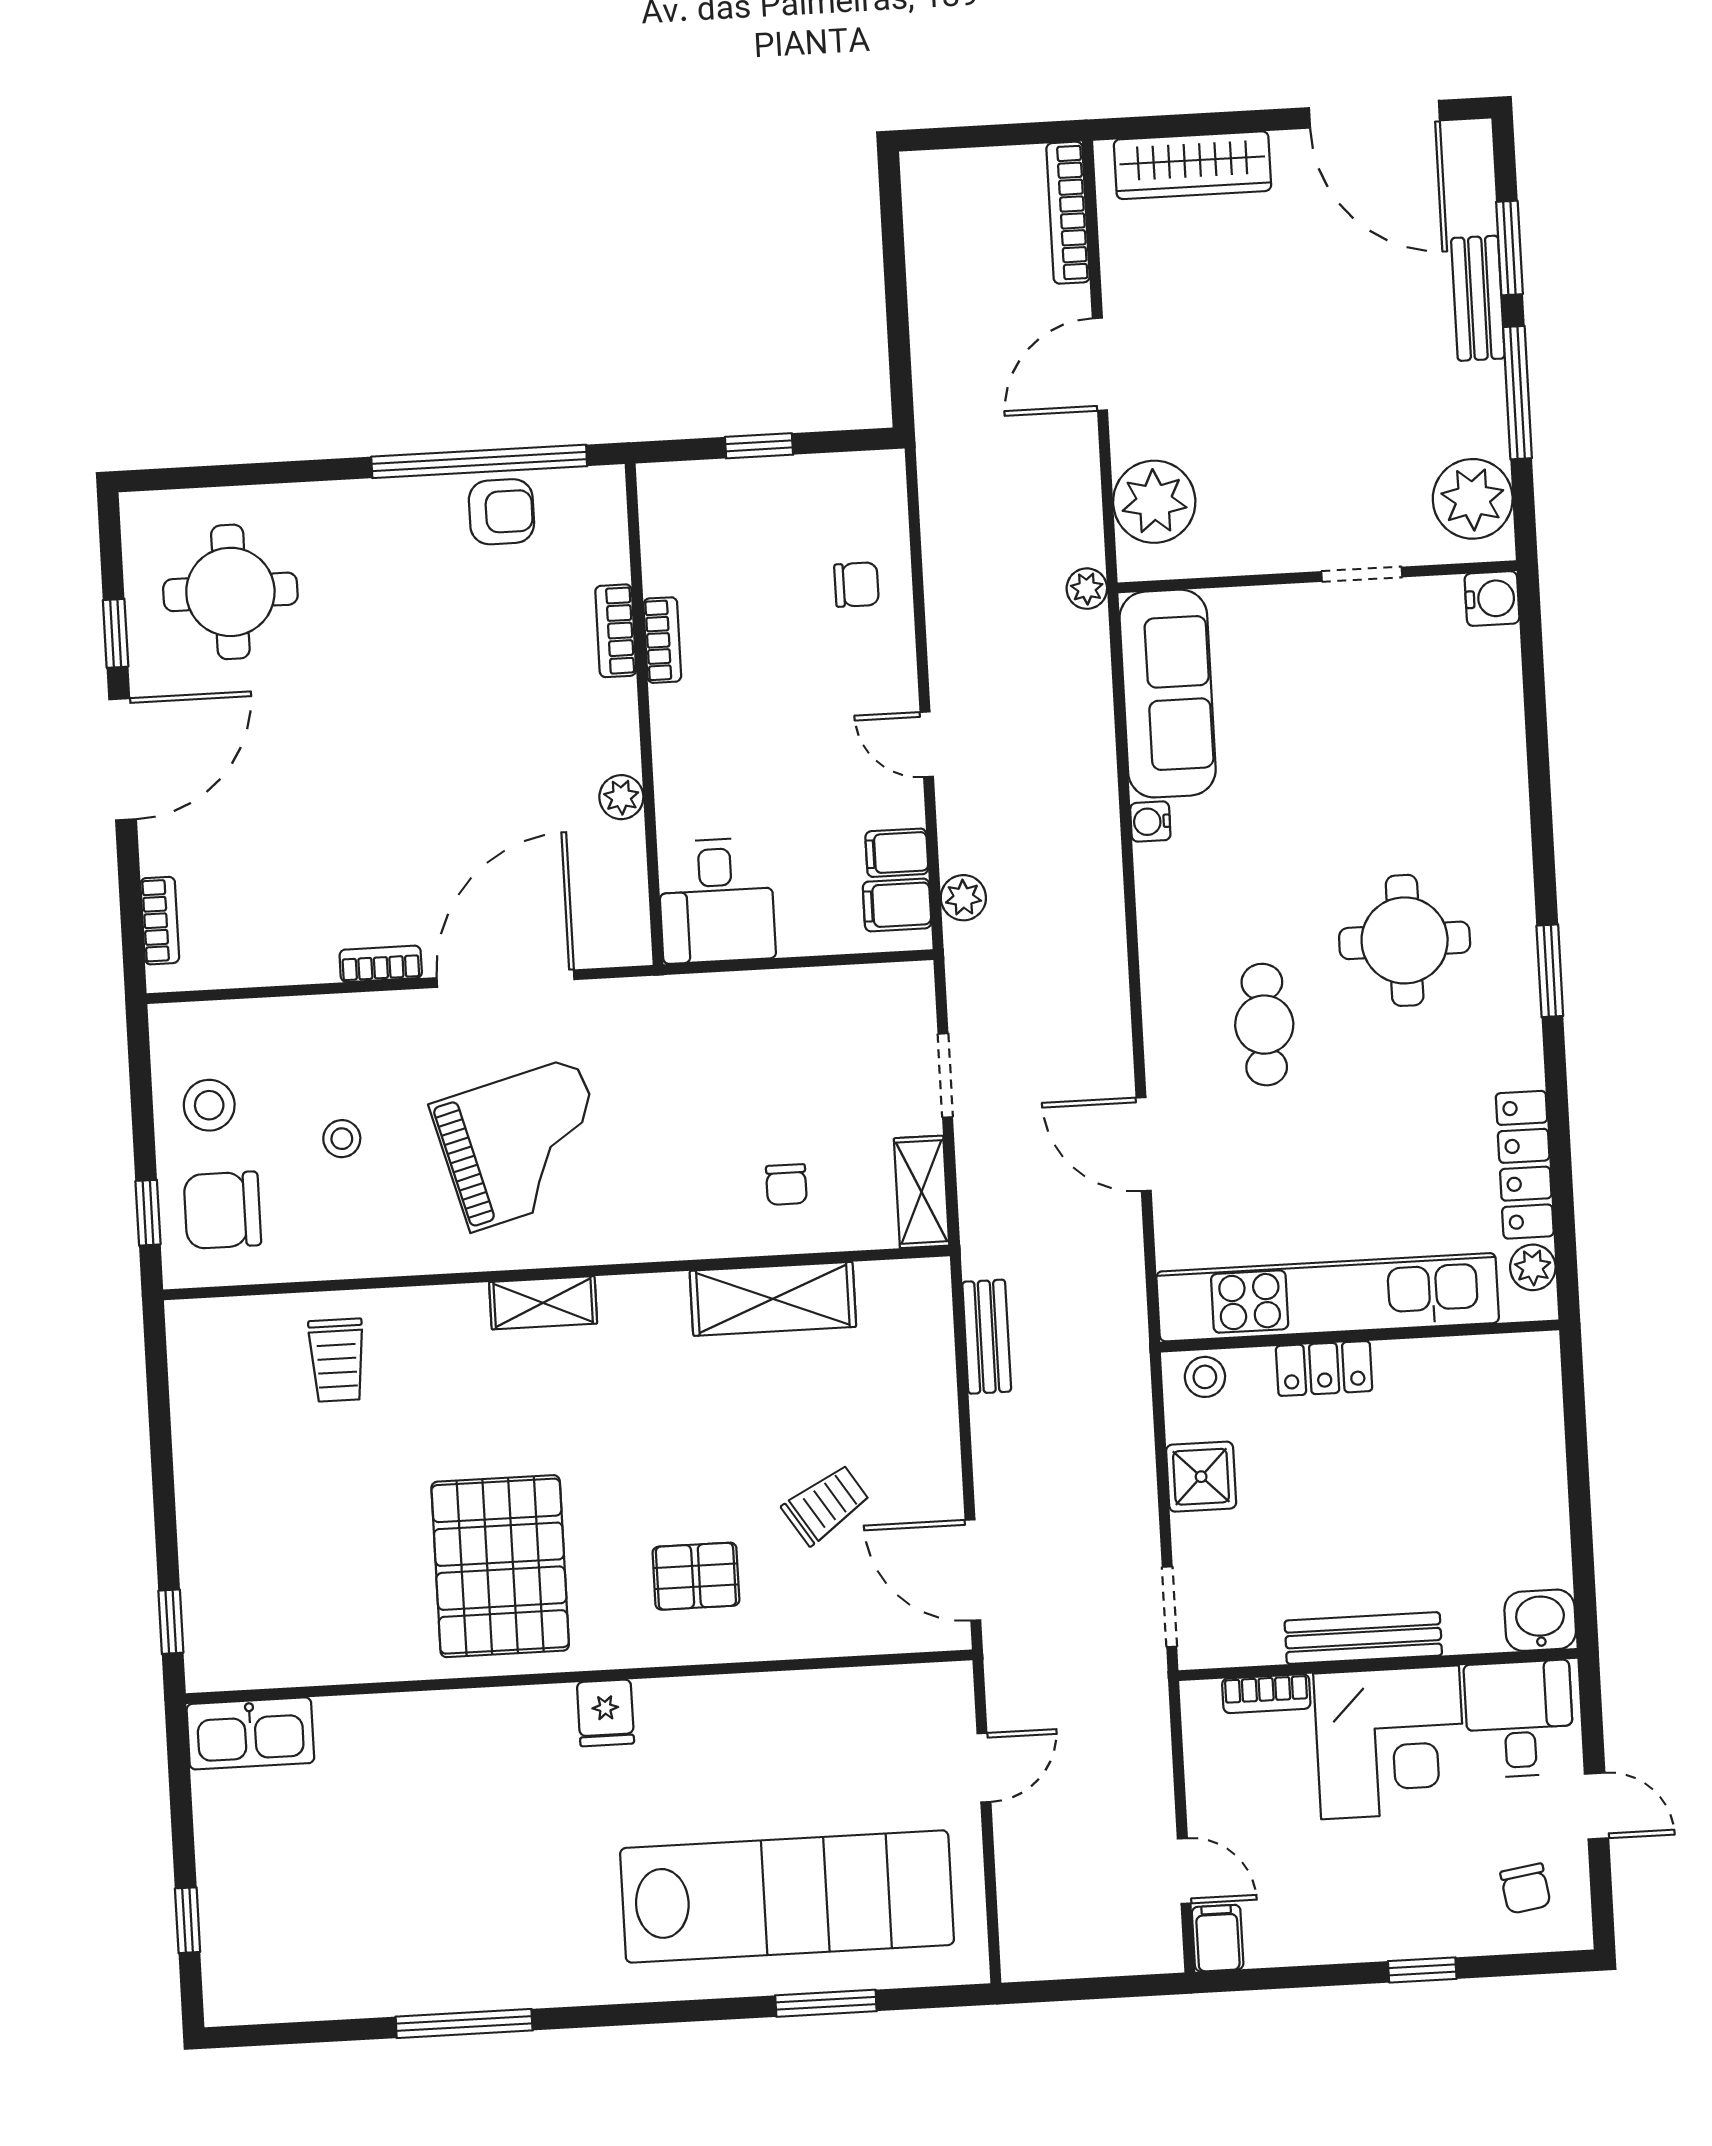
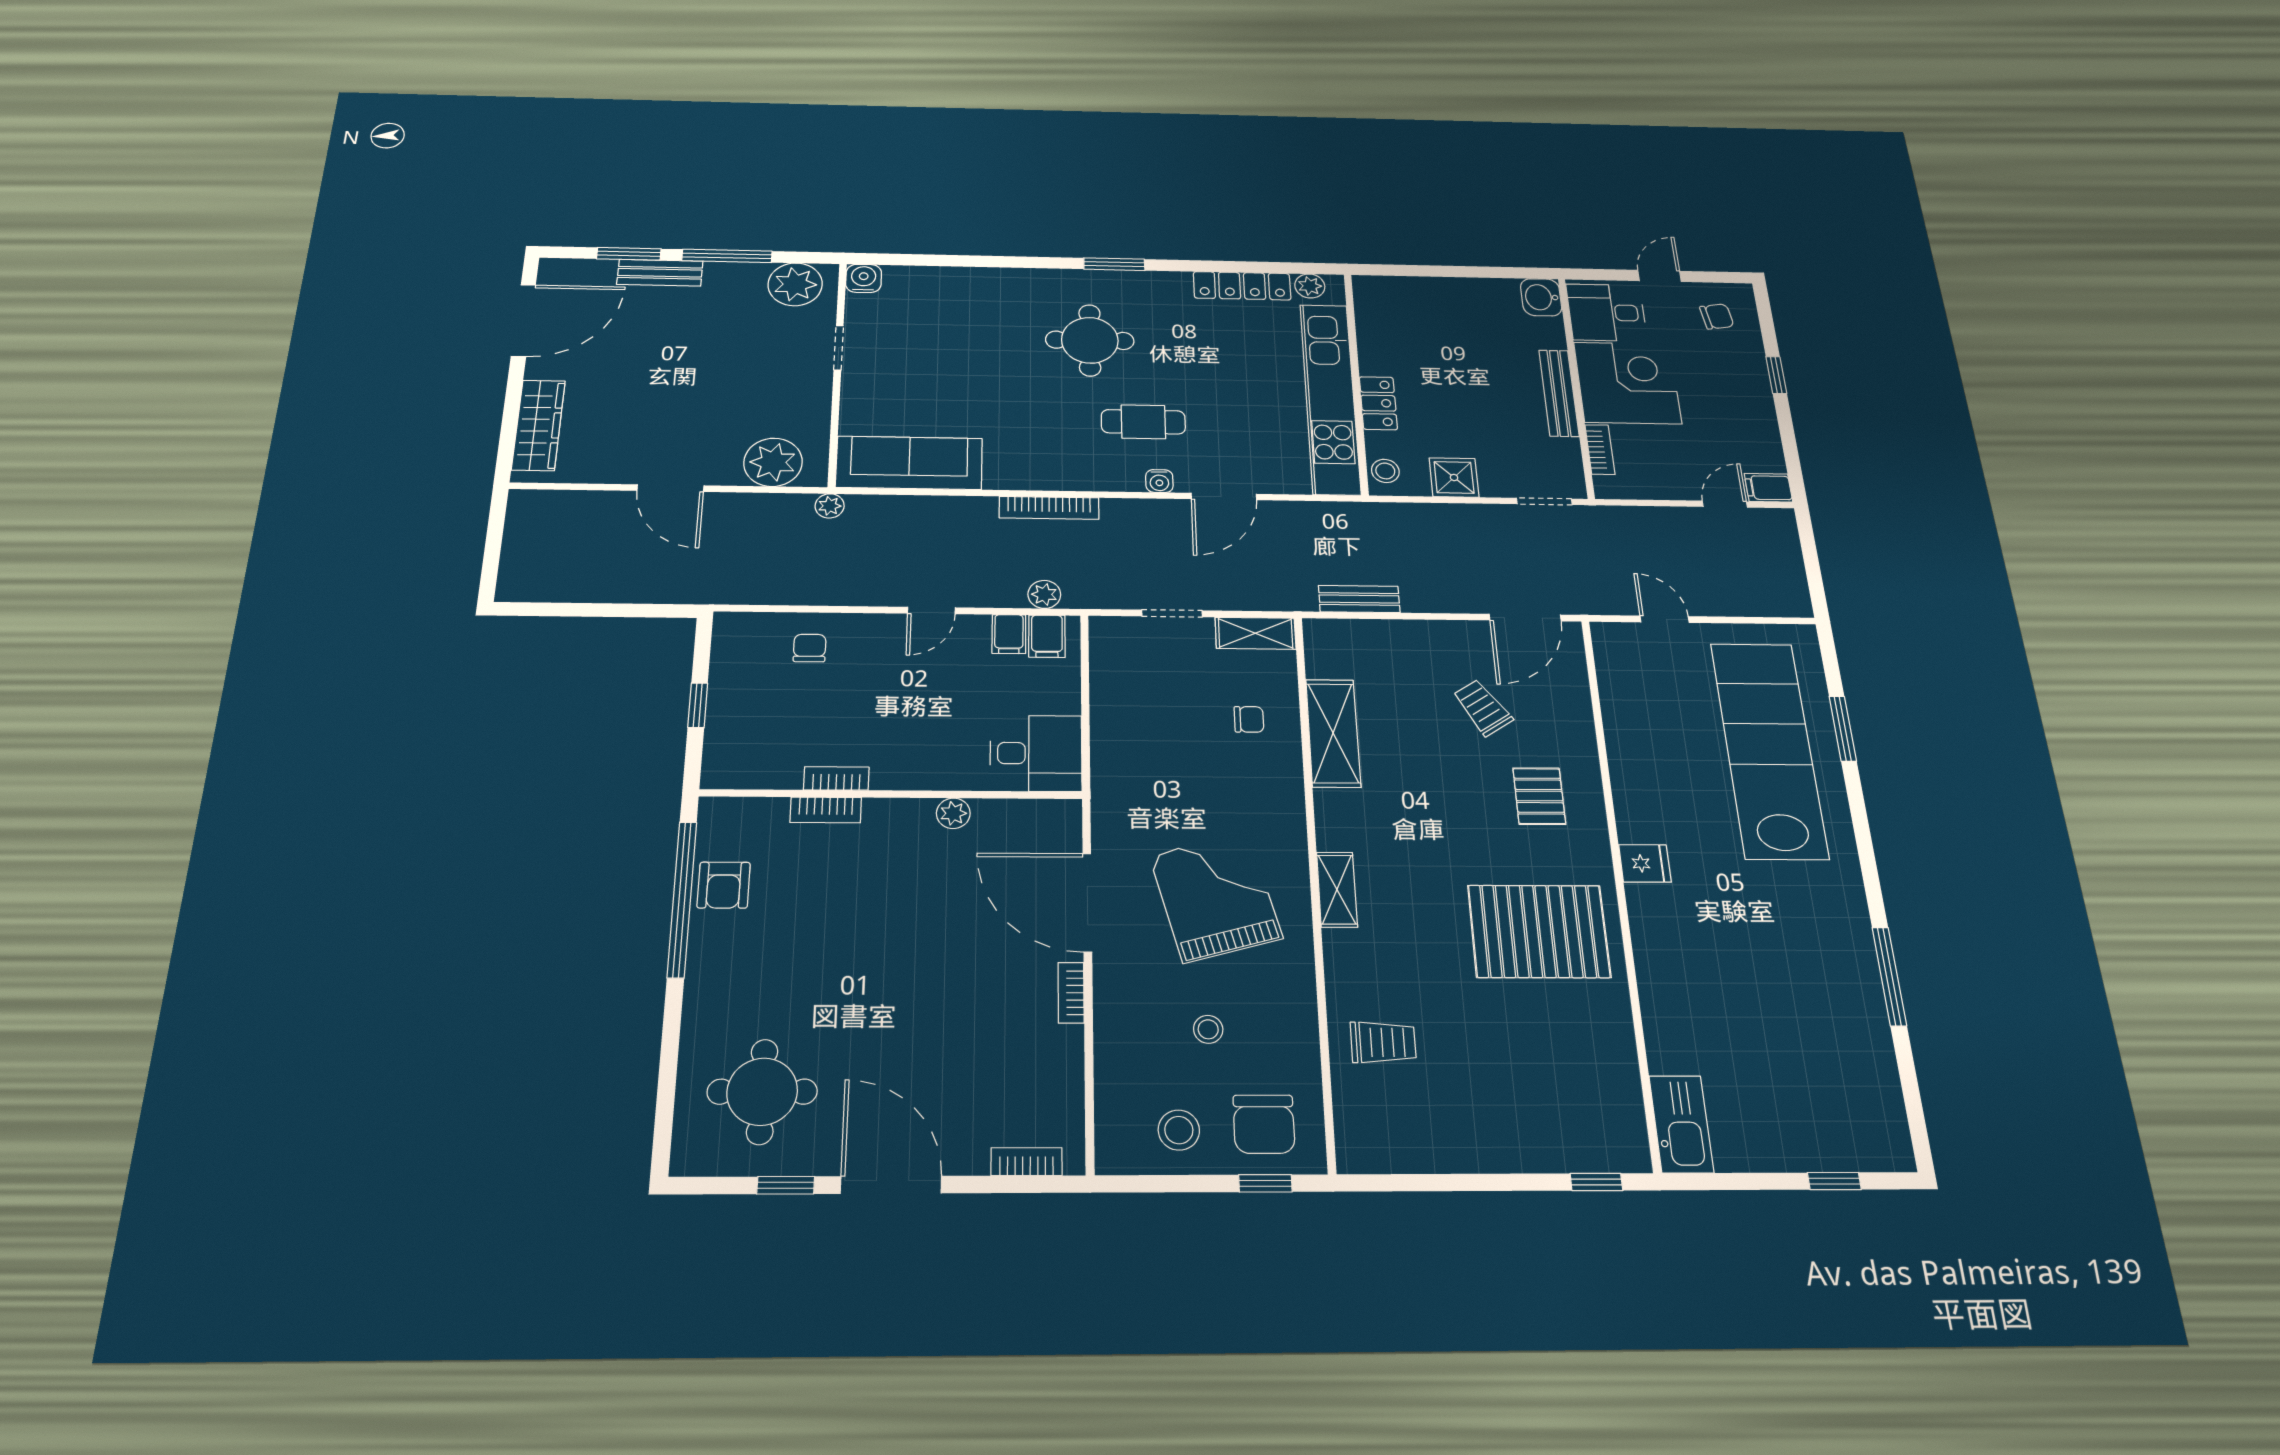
bookcase: (1068, 213) -> (1049, 508), moved
armchair: (501, 512) -> (724, 885), turned 180
water cooler: (1150, 822) -> (1159, 481), moved

